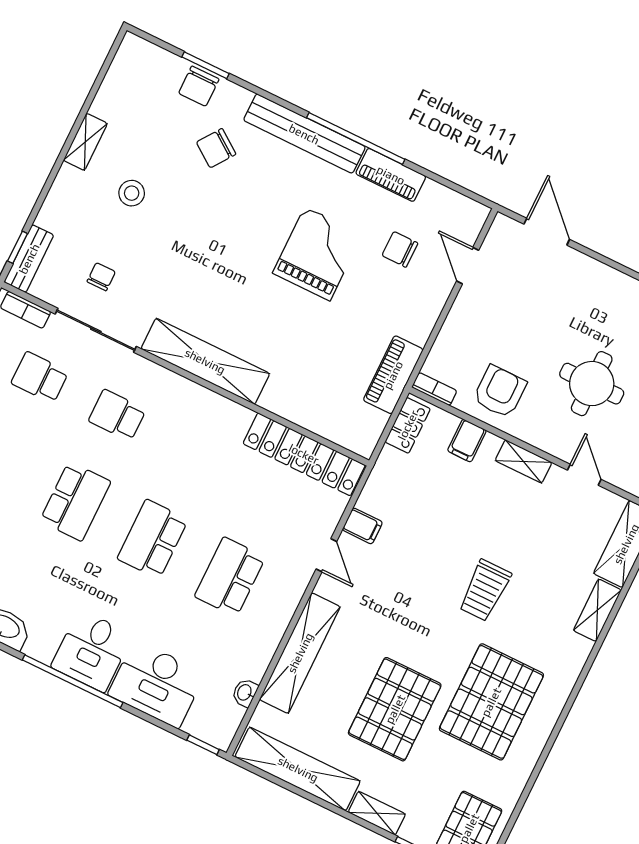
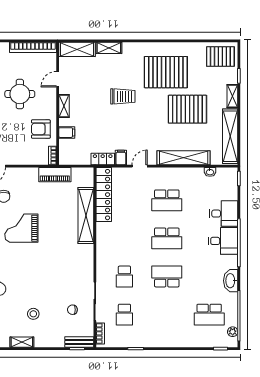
shelving: (205, 361) -> (86, 215), moved
locker: (408, 425) -> (103, 159), moved
desk: (157, 684) -> (224, 214), width x0.73

